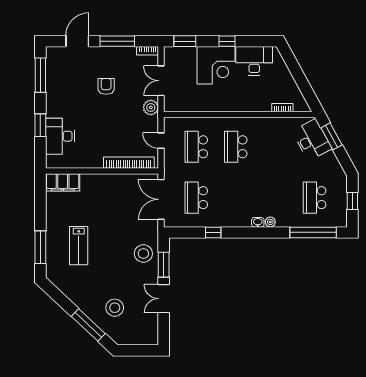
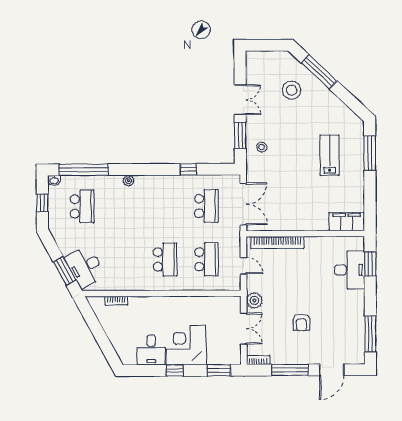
desk: (254, 61) -> (151, 350), width x0.73
window: (40, 125) -> (370, 264), moved
washbasin: (258, 222) -> (54, 181), moved
stool: (143, 254) -> (262, 147), width x0.53, depth x0.53

